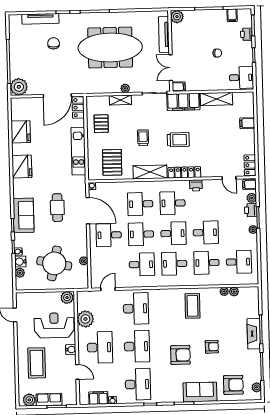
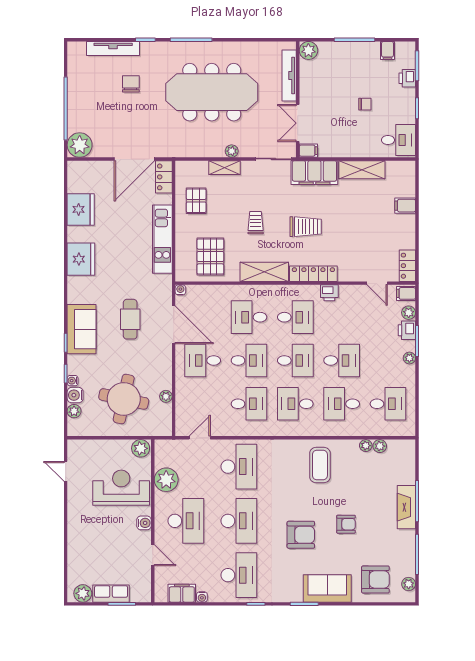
desk: (173, 203) -> (295, 317), turned 180
desk: (141, 234) -> (249, 360), turned 180
coffee table: (37, 363) -> (95, 541), removed

